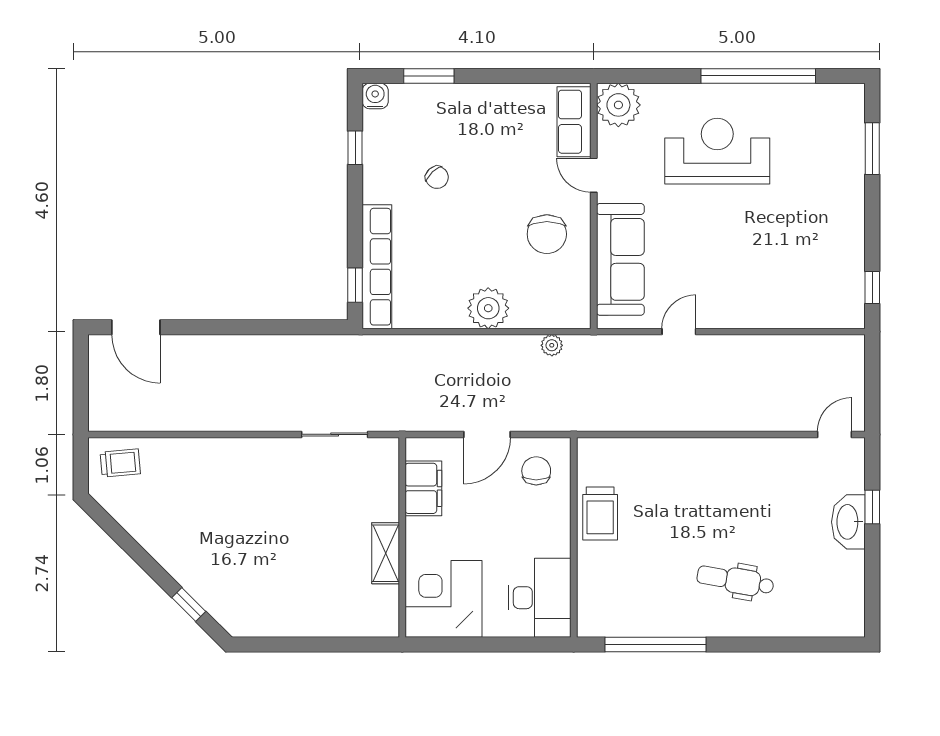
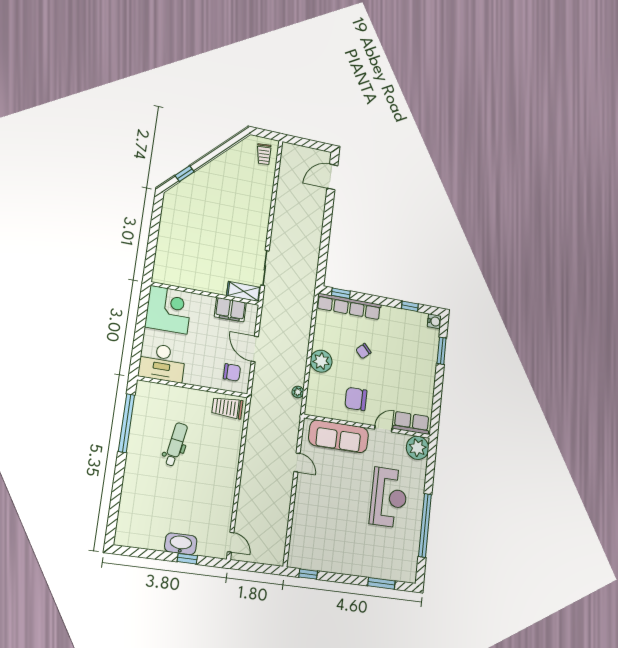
chair: (437, 177) -> (363, 351), moved
trolley: (600, 514) -> (227, 408), moved
shelving: (386, 553) -> (244, 292), moved
dental chair: (735, 580) -> (176, 444), moved

